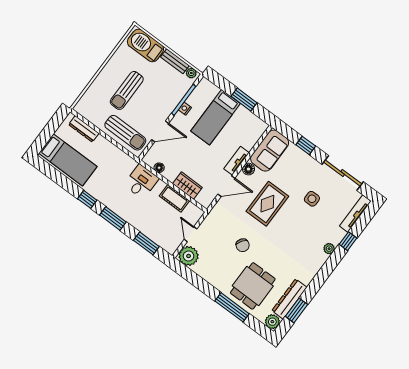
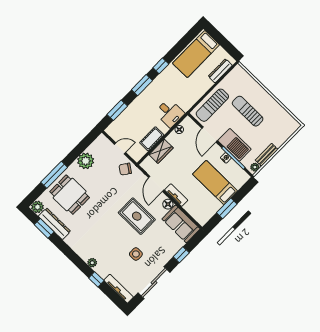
barbecue: (145, 45) -> (234, 145), moved, turned 90
chair: (243, 245) -> (125, 169), moved
plant: (189, 256) -> (86, 161), moved

